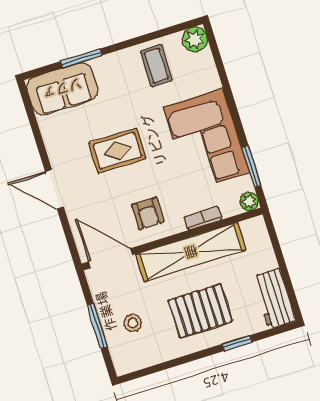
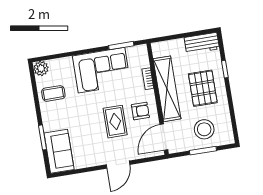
rug: (117, 151) -> (115, 122), moved
plant: (249, 202) -> (142, 50), removed
stool: (133, 323) -> (204, 129), width x1.89, depth x1.89

